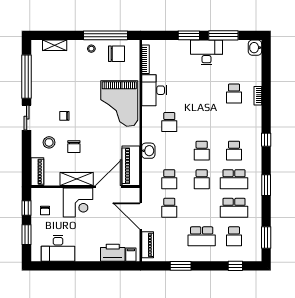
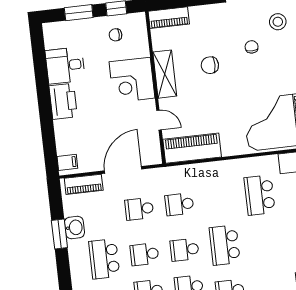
school desk: (169, 122) -> (260, 195), width x1.85
stool: (49, 142) -> (278, 22), moved
washbasin: (148, 151) -> (74, 227), moved, turned -90
school desk: (202, 151) -> (225, 245), width x1.85
door: (108, 187) -> (159, 120), width x0.53
school desk: (202, 208) -> (144, 254), added
desk: (58, 248) -> (65, 65), width x0.73
printer: (113, 253) -> (63, 101), moved

